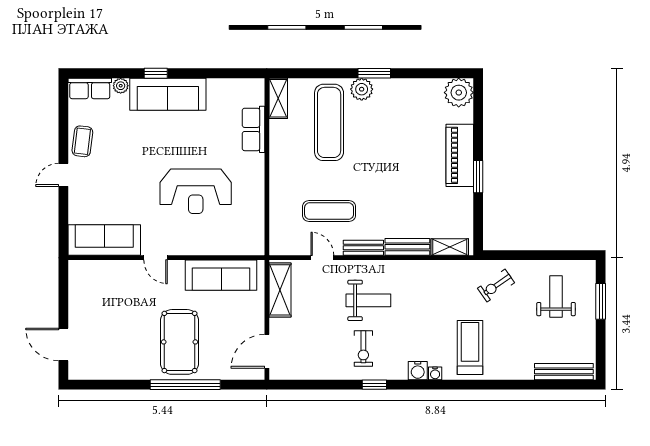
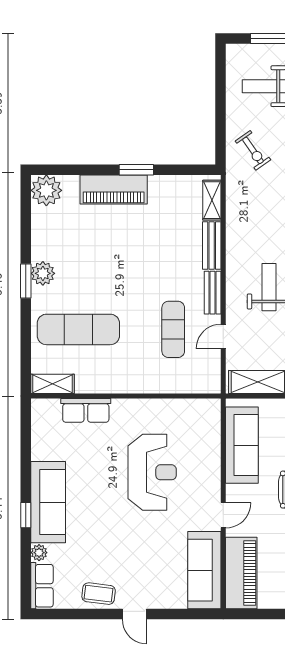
plant: (362, 89) -> (43, 273), moved
piano: (102, 275) -> (241, 573), added

